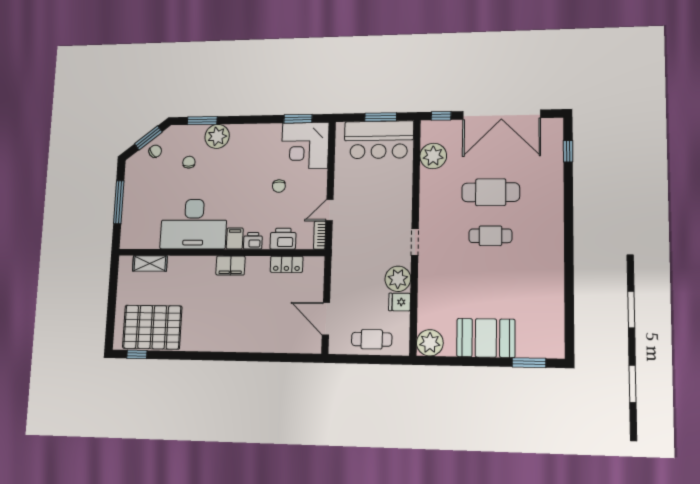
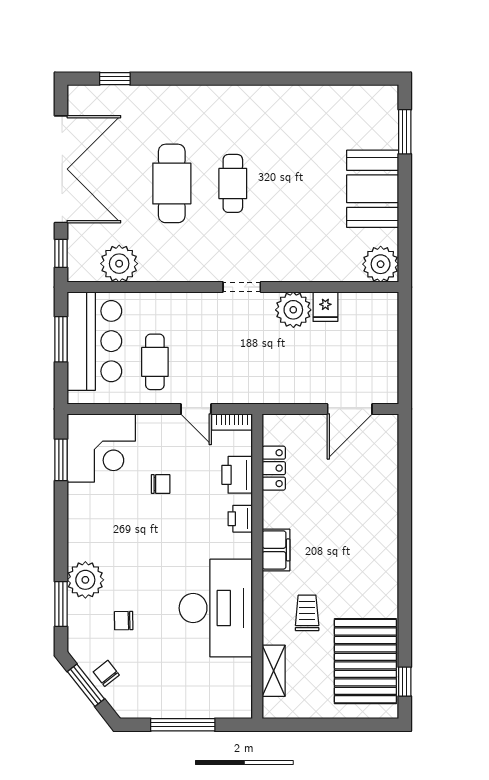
filing cabinet: (235, 238) -> (237, 546), removed
trolley: (187, 287) -> (307, 613), added
cafe table: (372, 339) -> (155, 362), moved

